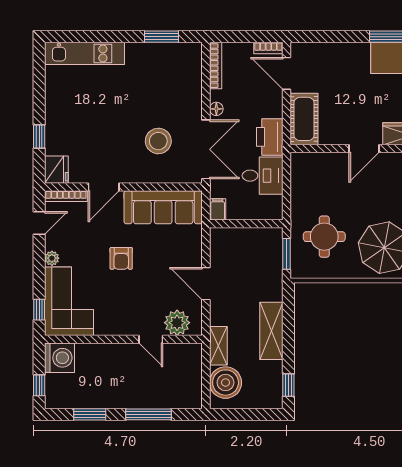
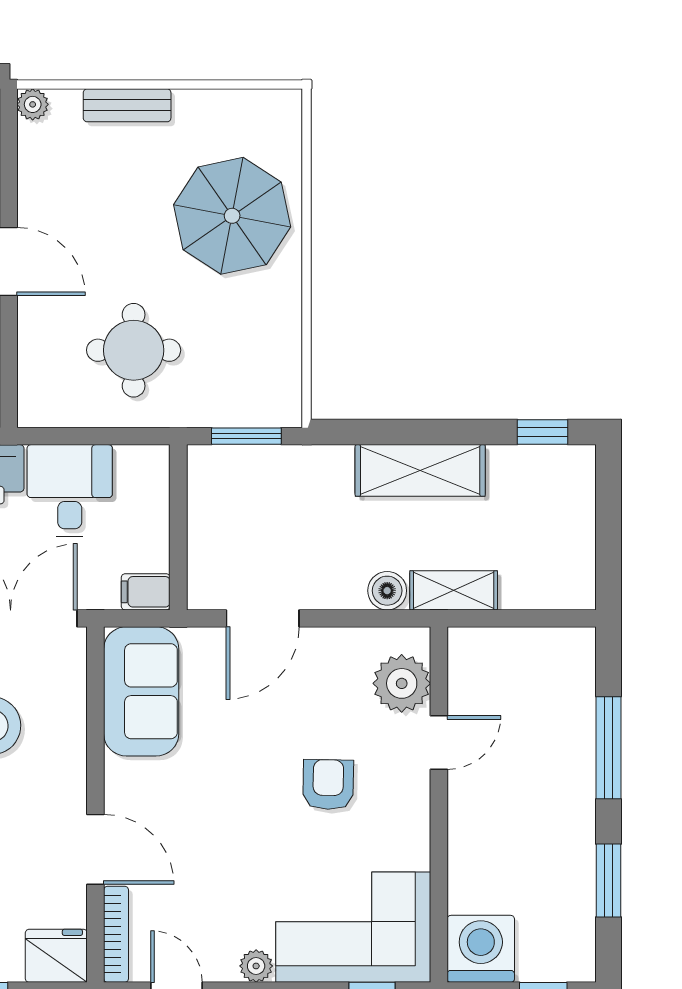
sofa: (163, 207) -> (141, 691), width x0.73
round table: (324, 237) -> (134, 350), moved
armchair: (121, 258) -> (328, 785), moved, turned -89
door: (206, 284) -> (263, 618), moved
boiler: (226, 383) -> (387, 591), moved, width x0.54, depth x0.54

